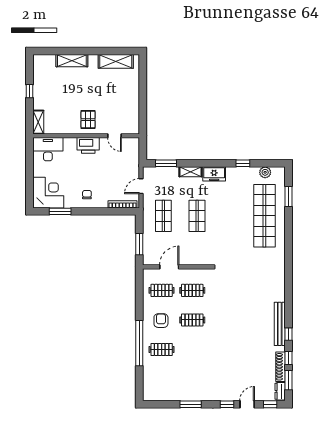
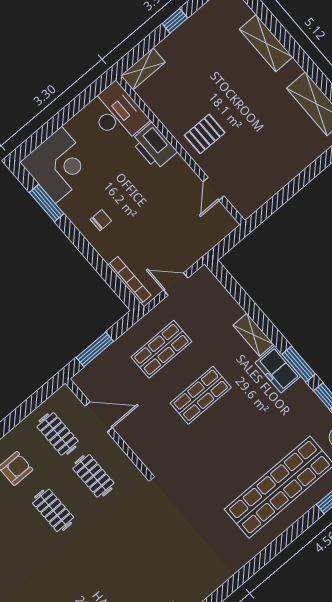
printer: (88, 145) -> (154, 146), moved
window: (166, 163) -> (299, 364), moved

